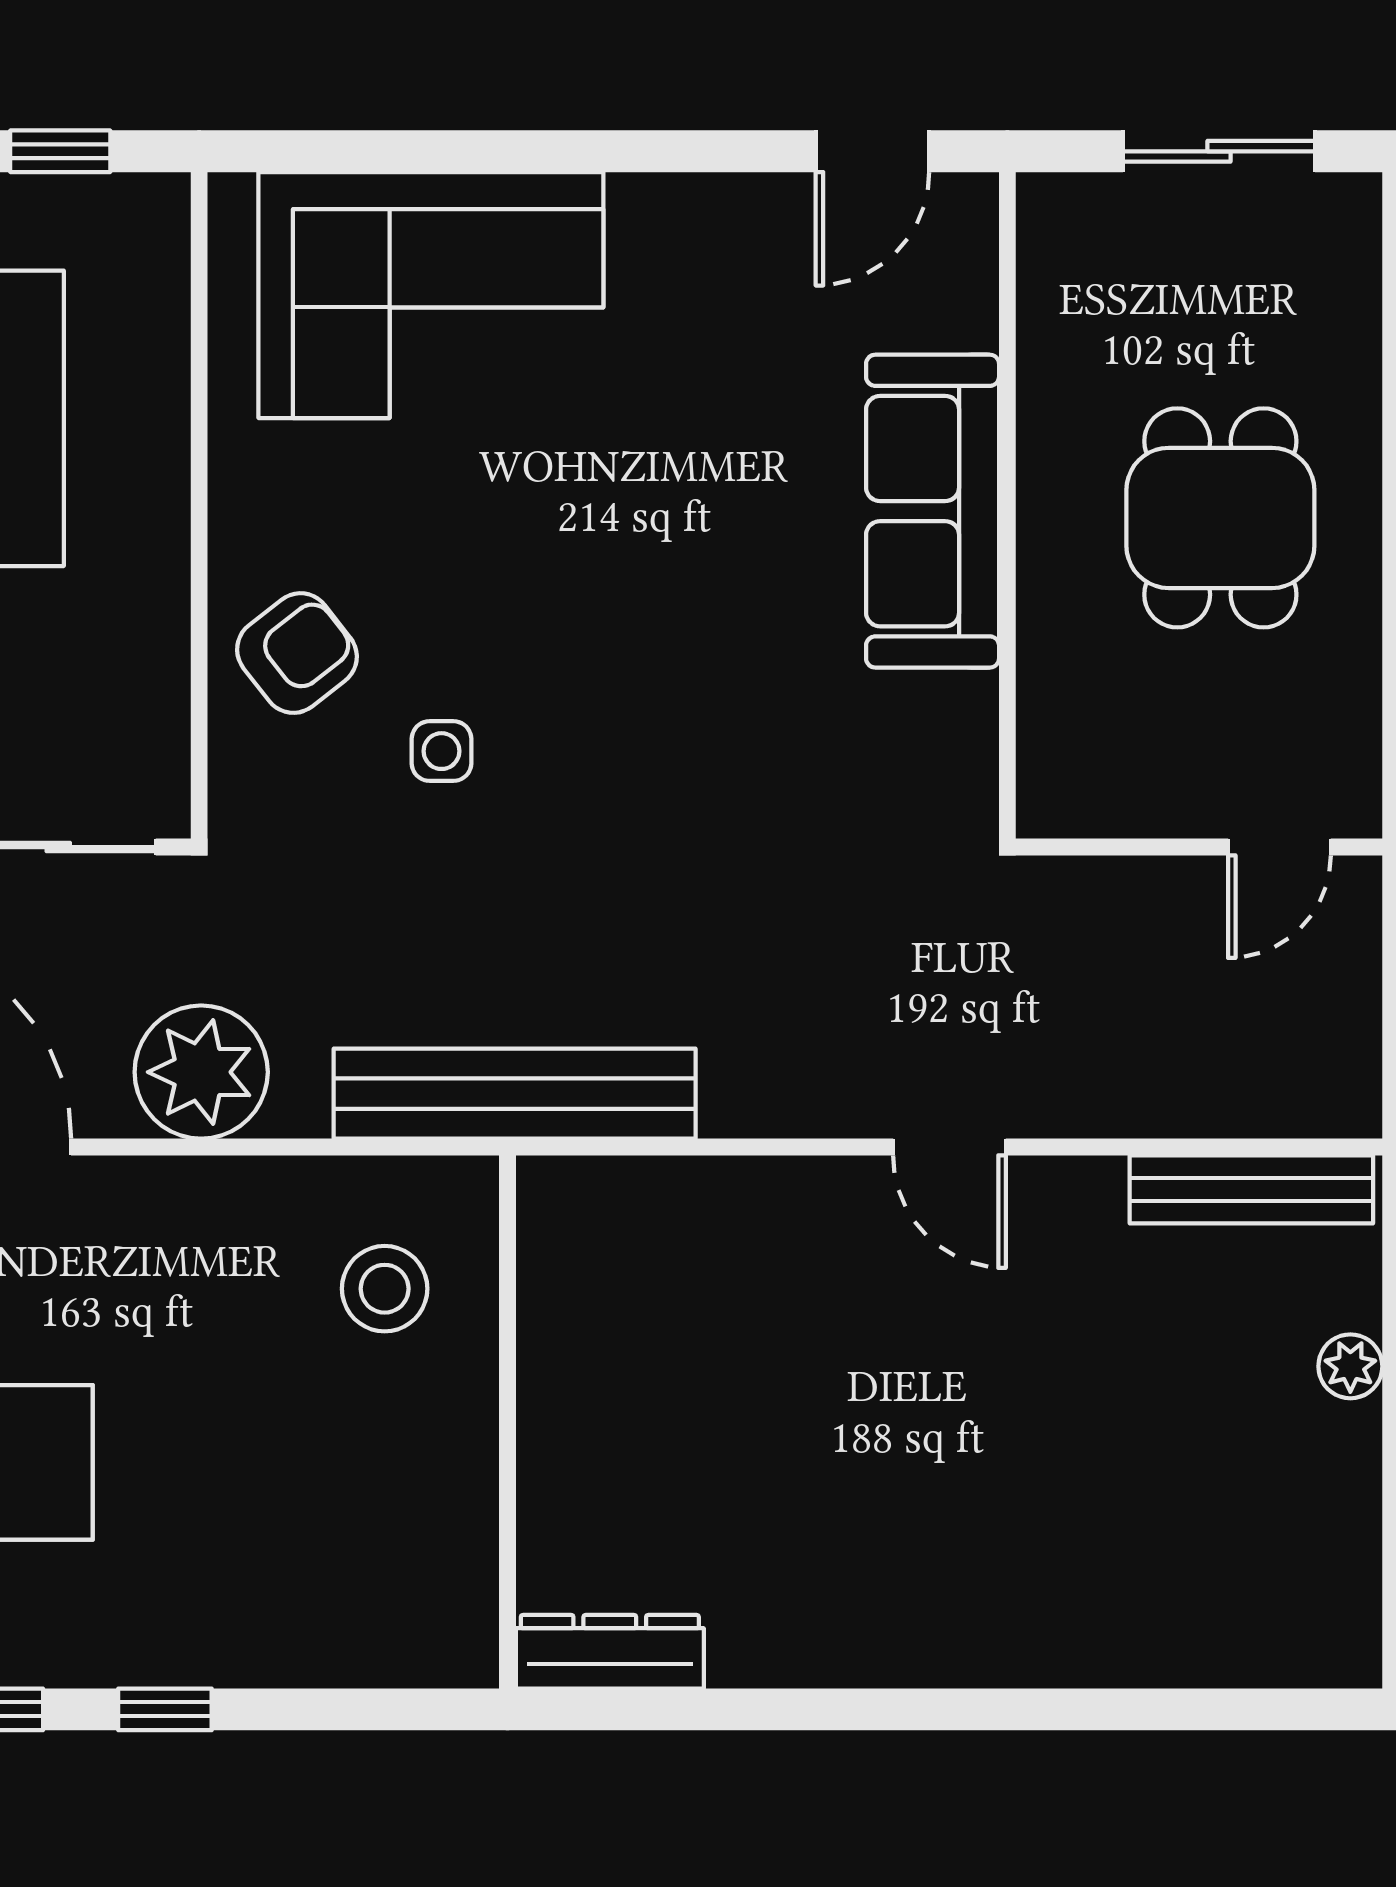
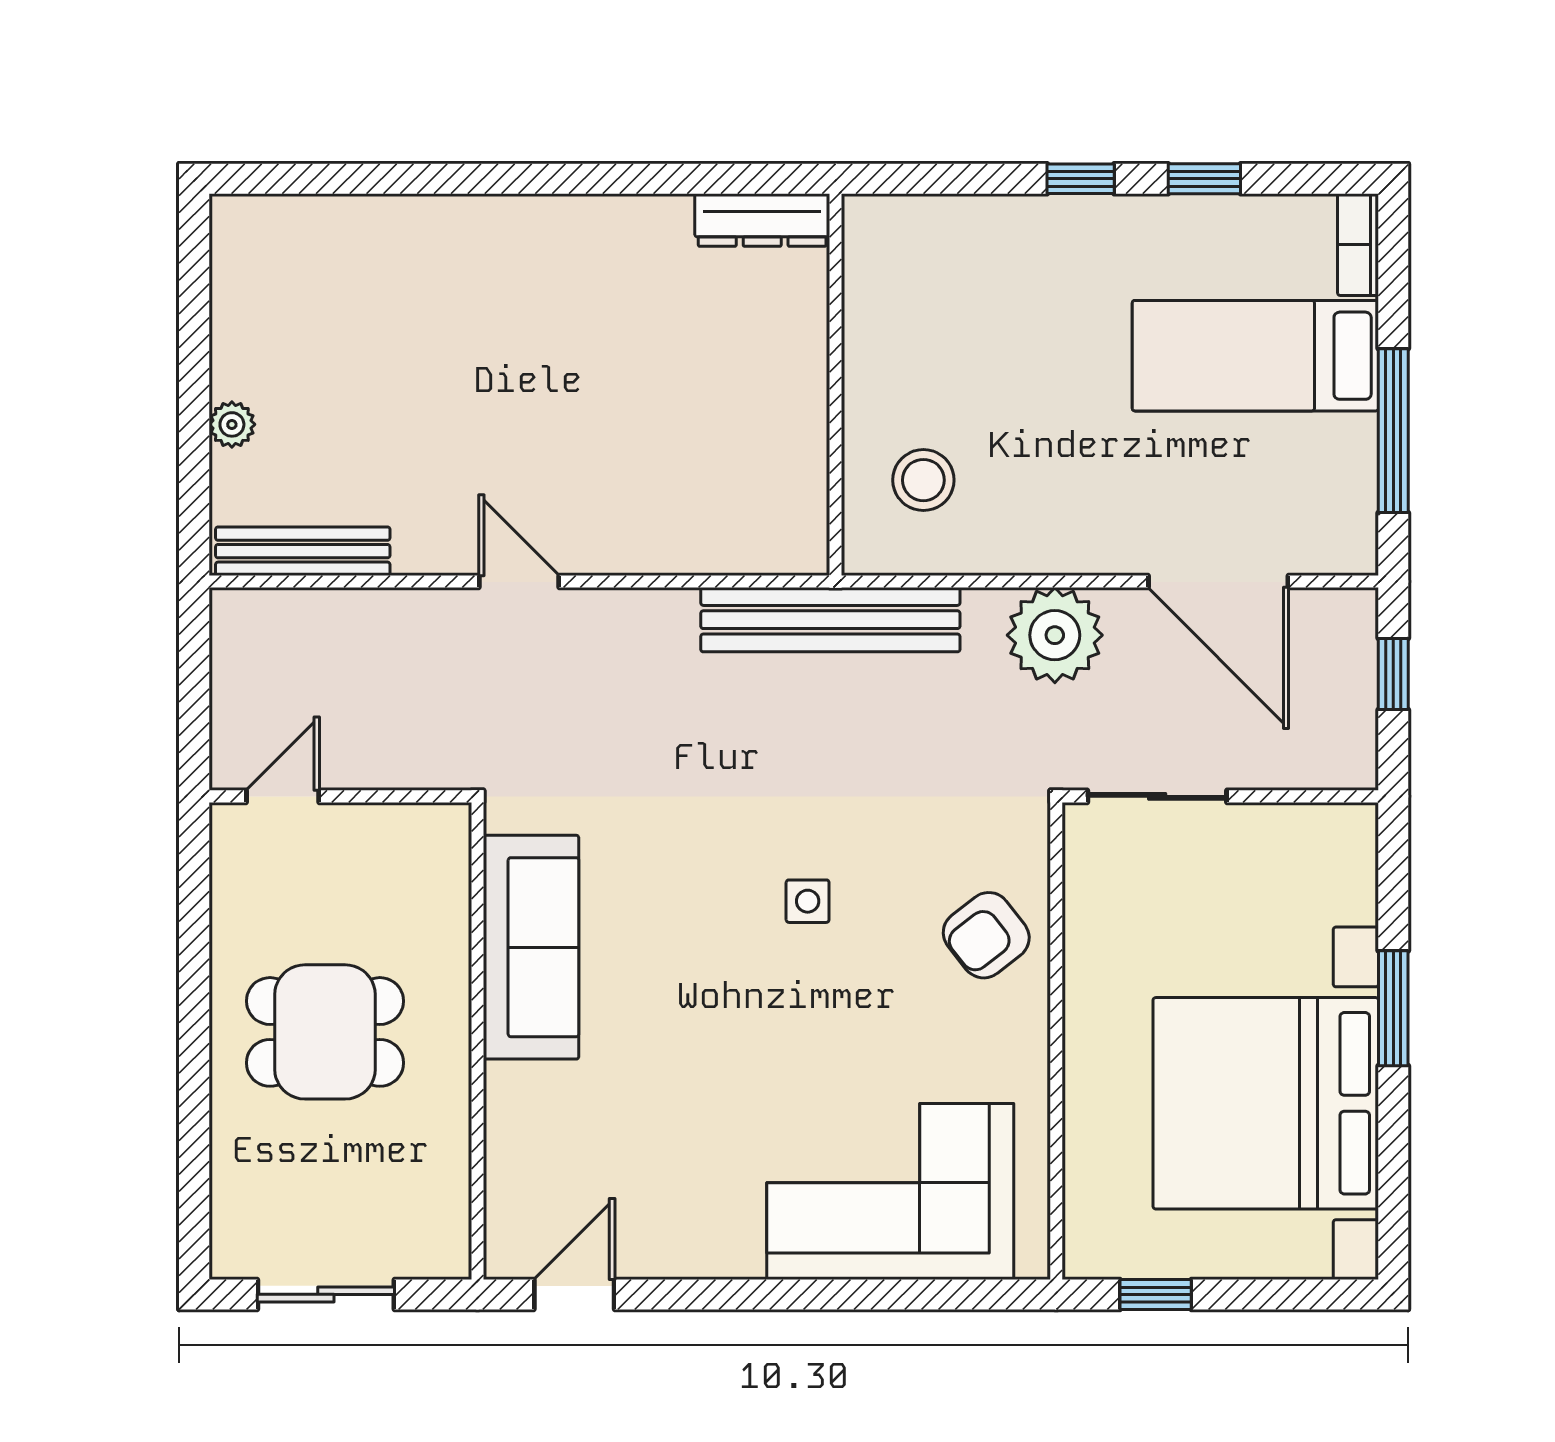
sofa: (933, 511) -> (531, 947), moved
dining table: (1220, 518) -> (325, 1032), turned 90
side table: (442, 751) -> (808, 901), moved

